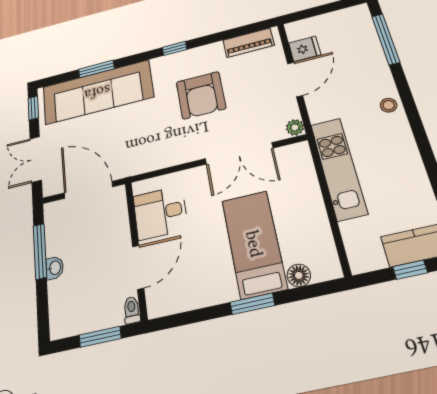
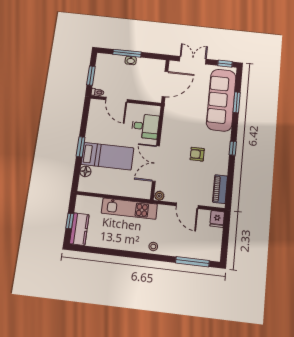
fridge: (305, 49) -> (217, 219), moved
armchair: (201, 95) -> (197, 154), width x0.53, depth x0.53
desk: (160, 213) -> (145, 126), moved, turned 90
window: (40, 251) -> (127, 53), moved

